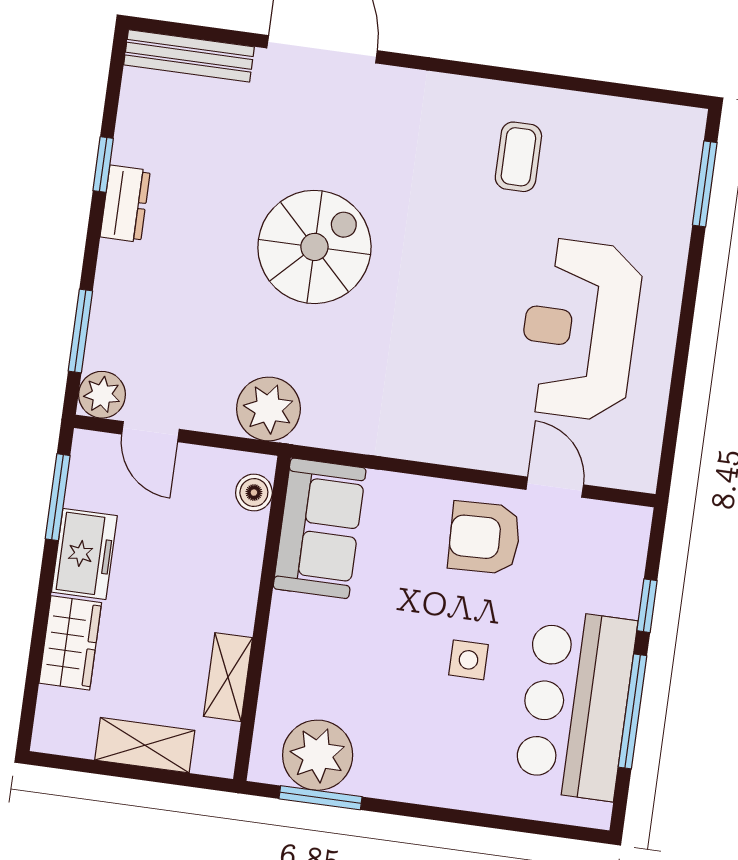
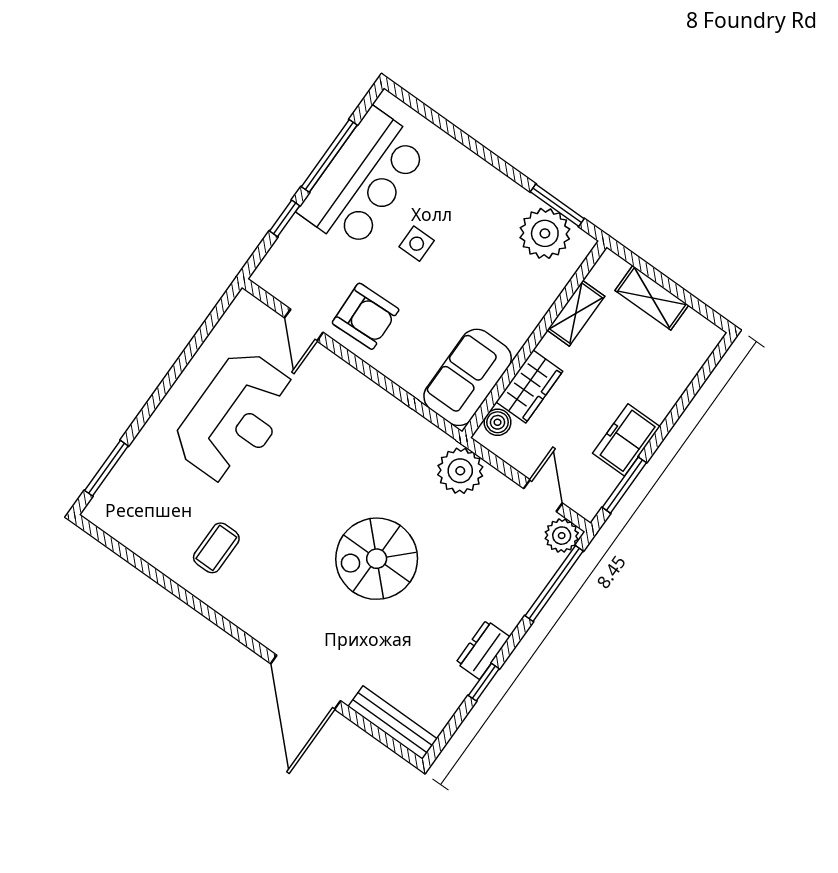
window: (80, 331) -> (554, 583), width x1.44
wardrobe: (70, 643) -> (529, 387), moved, turned 180

